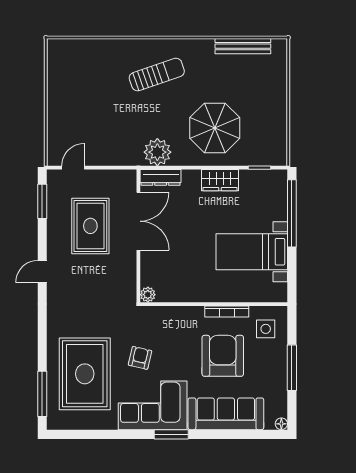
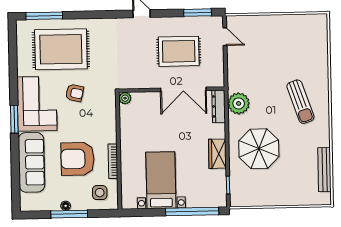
armchair: (223, 356) -> (78, 159), turned 180
floor lamp: (281, 424) -> (66, 206), moved

